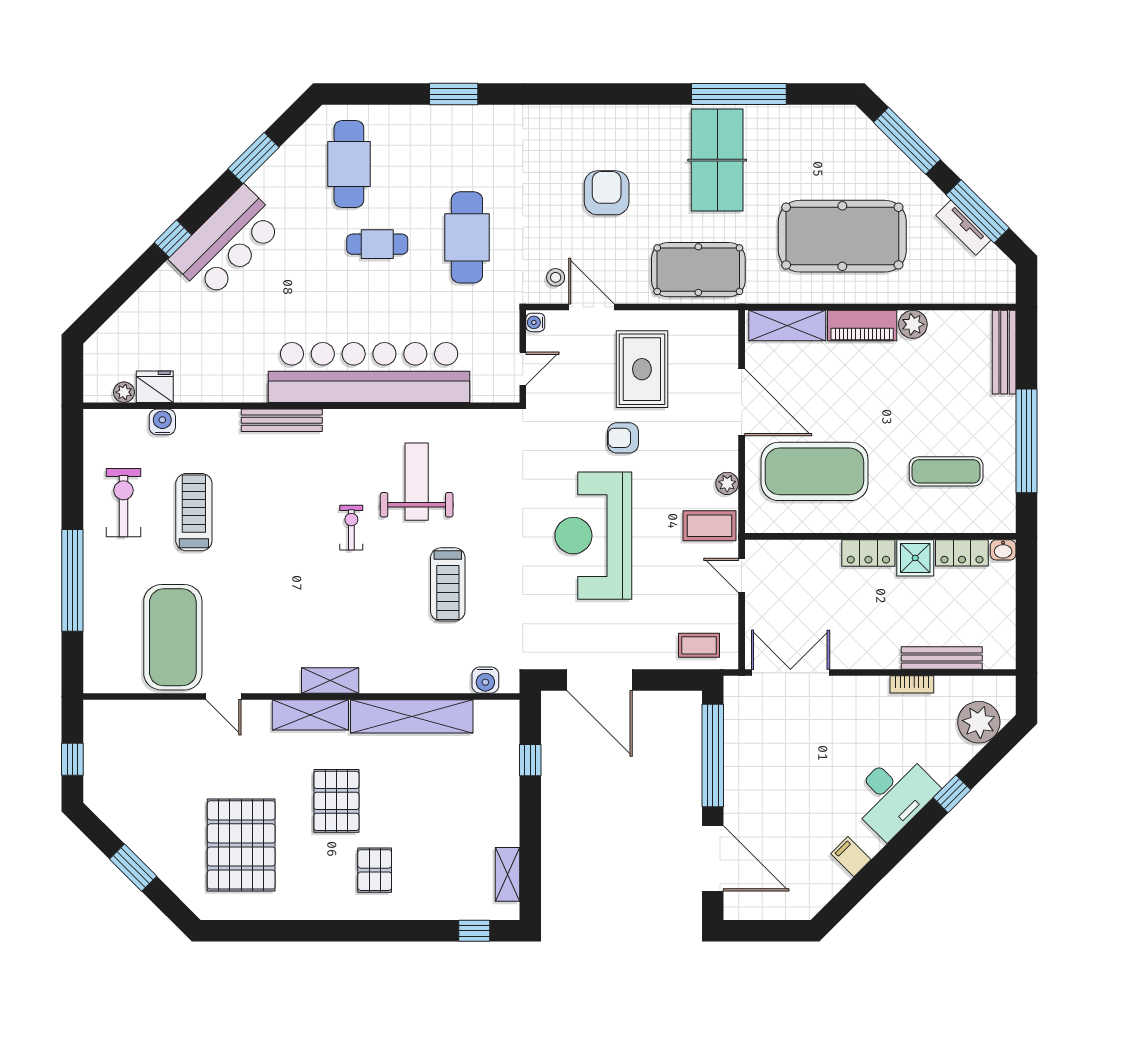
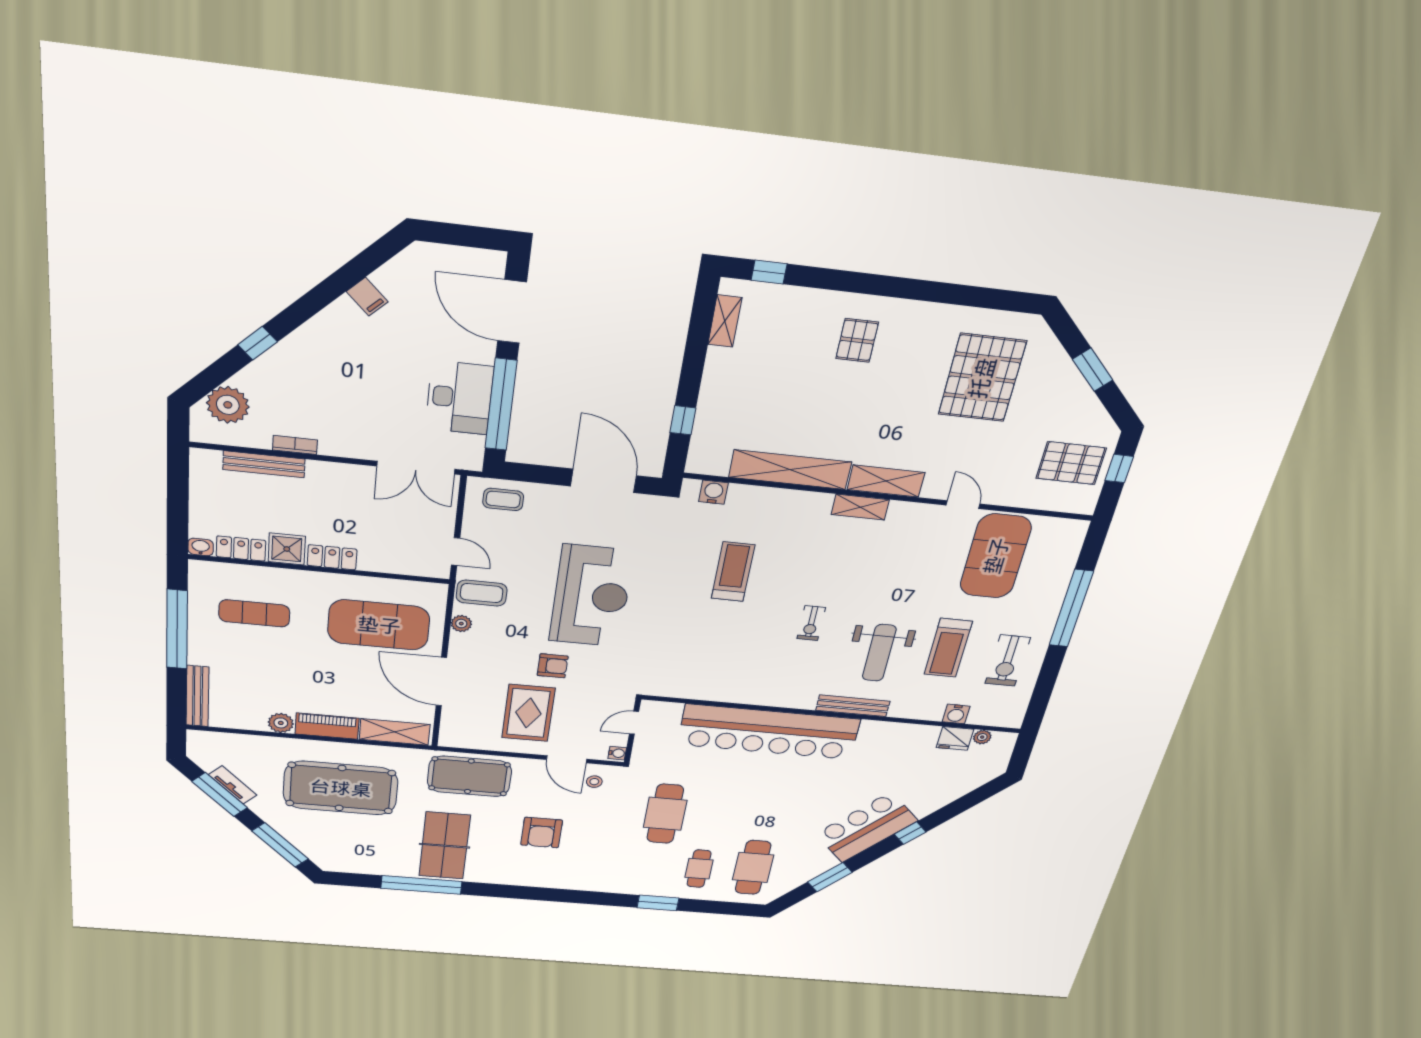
cafe table: (377, 244) -> (699, 869), moved, turned 90
weight bench: (417, 482) -> (879, 653), moved
desk: (893, 794) -> (459, 398), moved, turned 135
pallet: (336, 801) -> (1071, 463), moved, turned 90

